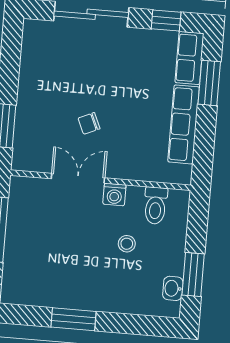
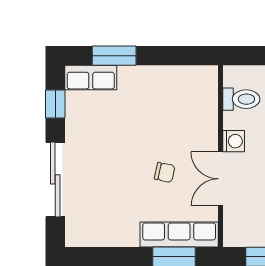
chair: (89, 123) -> (165, 172), turned -54
row of seats: (184, 124) -> (179, 235), moved, turned 180

